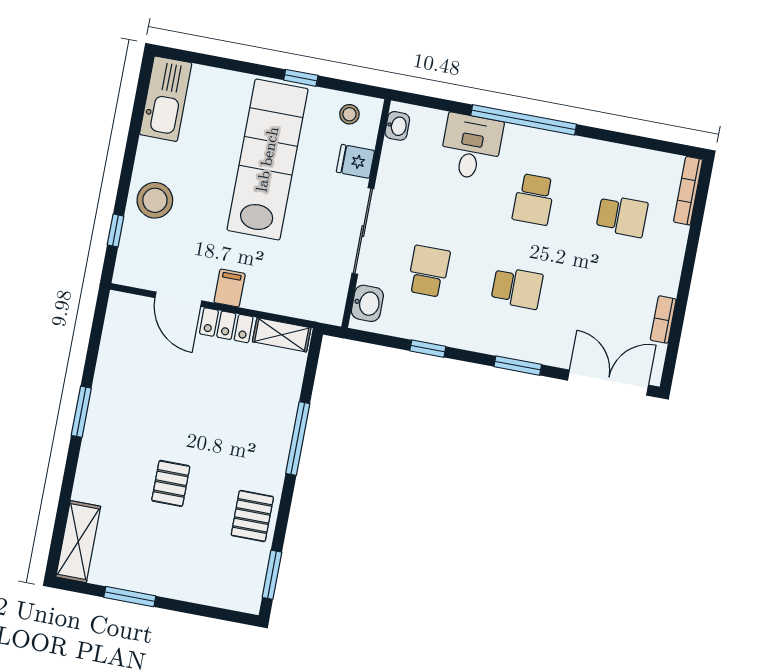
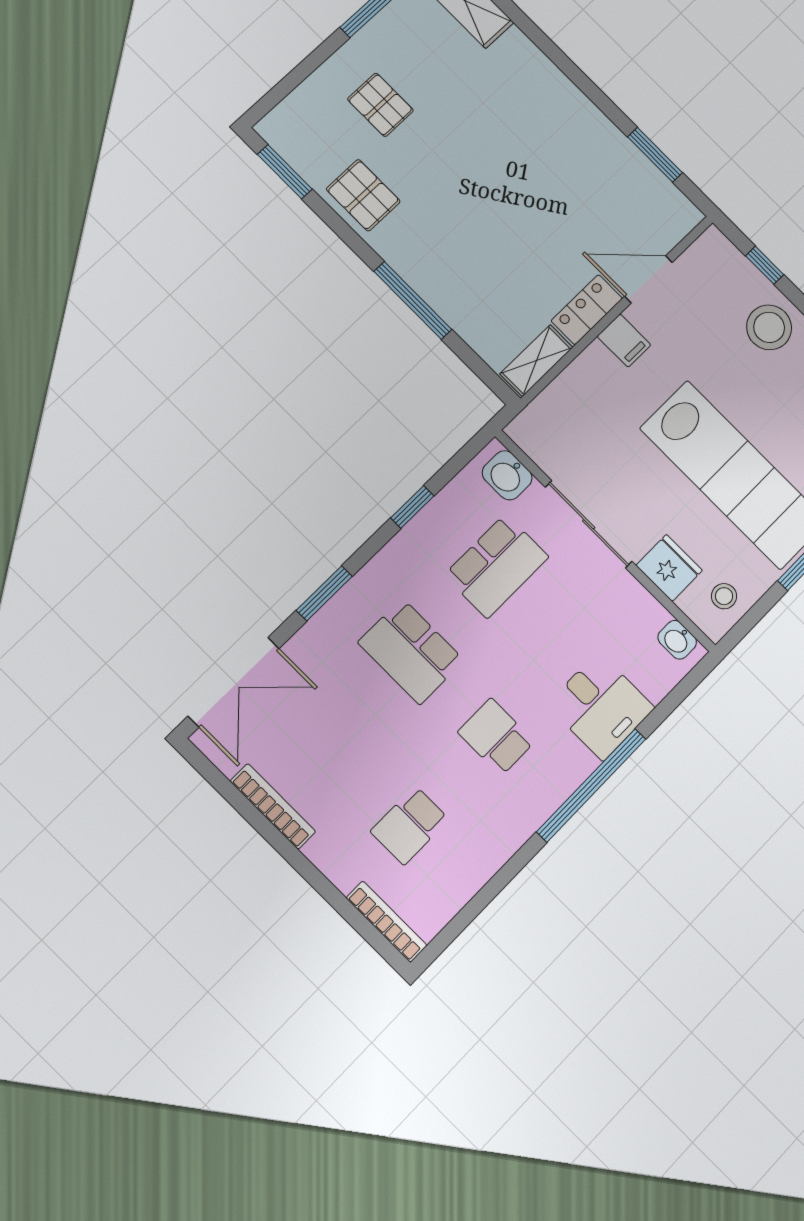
fridge: (355, 161) -> (669, 568), width x1.38
school desk: (429, 271) -> (496, 566), width x1.85
school desk: (517, 288) -> (411, 651), width x1.85
bookcase: (663, 320) -> (273, 806), width x1.56
window: (81, 412) -> (655, 155), moved
pallet: (171, 483) -> (380, 105), moved

